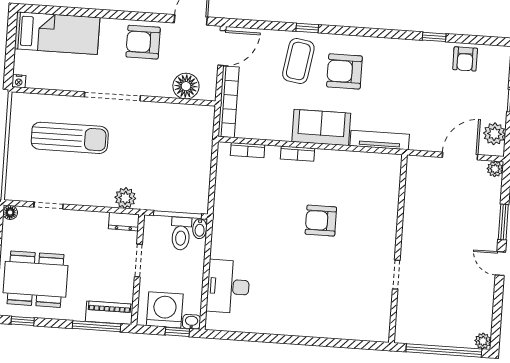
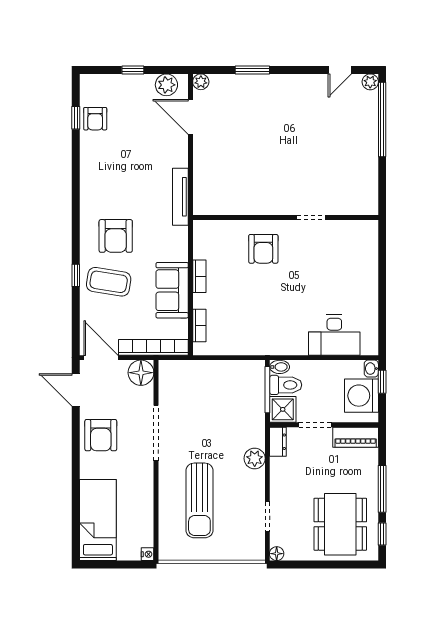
window: (434, 37) -> (76, 118), moved
armchair: (465, 59) -> (95, 119), turned 90
floor lamp: (186, 86) -> (141, 373), moved
doorway: (112, 96) -> (156, 433), moved
sofa: (321, 127) -> (172, 290), moved
sun lounger: (70, 138) -> (199, 500), turned 180
plant: (125, 198) -> (255, 458), moved
shower: (156, 229) -> (283, 409), added
wall: (398, 249) -> (286, 217), moved
door: (500, 264) -> (340, 70), moved
doorway: (396, 275) -> (311, 217), moved
piano: (109, 313) -> (356, 437), moved, turned -90
window: (97, 326) -> (382, 489), moved

